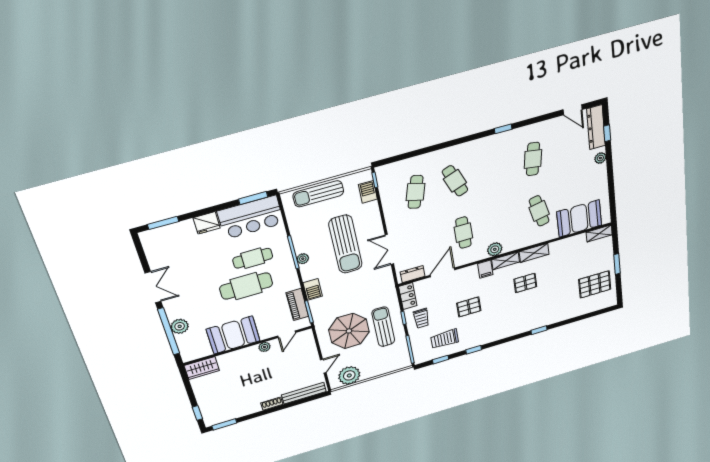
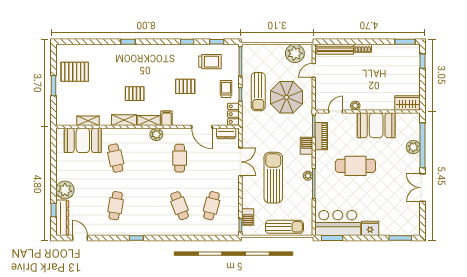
plant: (600, 158) -> (65, 190), width x1.88, depth x1.88
shelving: (599, 233) -> (88, 121), moved
cafe table: (253, 258) -> (345, 188), removed
door: (443, 272) -> (202, 127), hinge flipped

